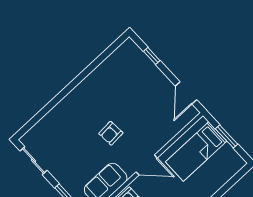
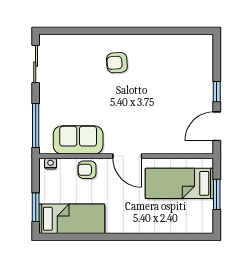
window: (152, 56) -> (217, 92), moved
armchair: (111, 133) -> (117, 63), moved

